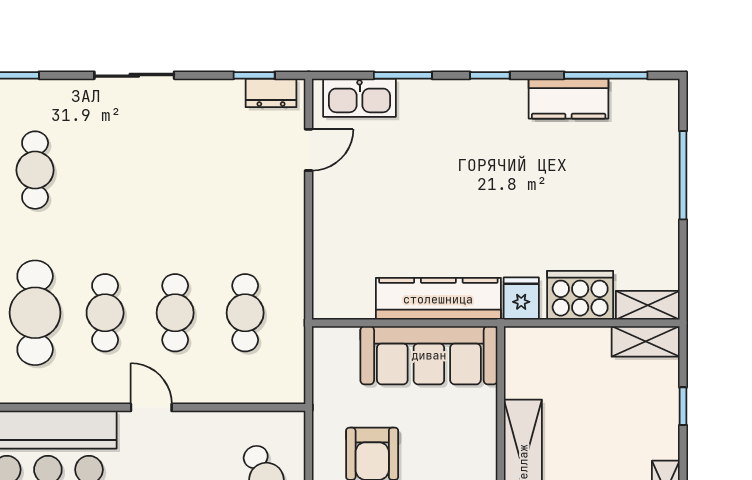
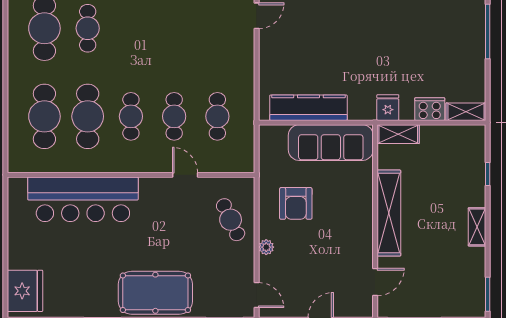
cooker: (580, 295) -> (430, 109), width x0.73, depth x0.76
kitchen counter: (438, 299) -> (308, 108), moved
shelving: (646, 341) -> (398, 134), moved
door: (151, 407) -> (185, 175), moved

